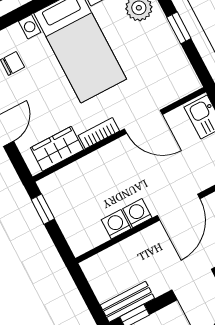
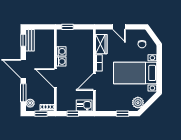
window: (43, 209) -> (68, 27), moved

